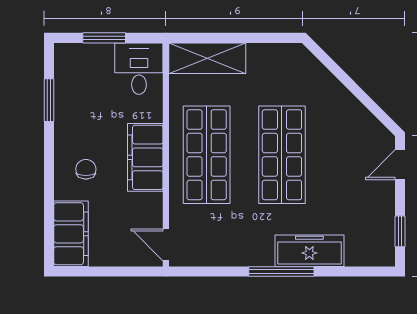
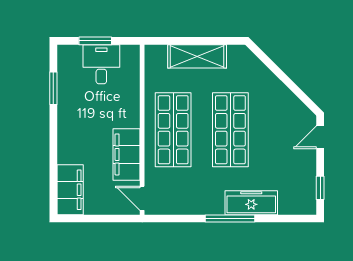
shelving: (207, 58) -> (197, 56), moved
desk: (139, 69) -> (101, 64), moved
filing cabinet: (145, 157) -> (127, 154), moved
chair: (86, 169) -> (81, 141), removed

